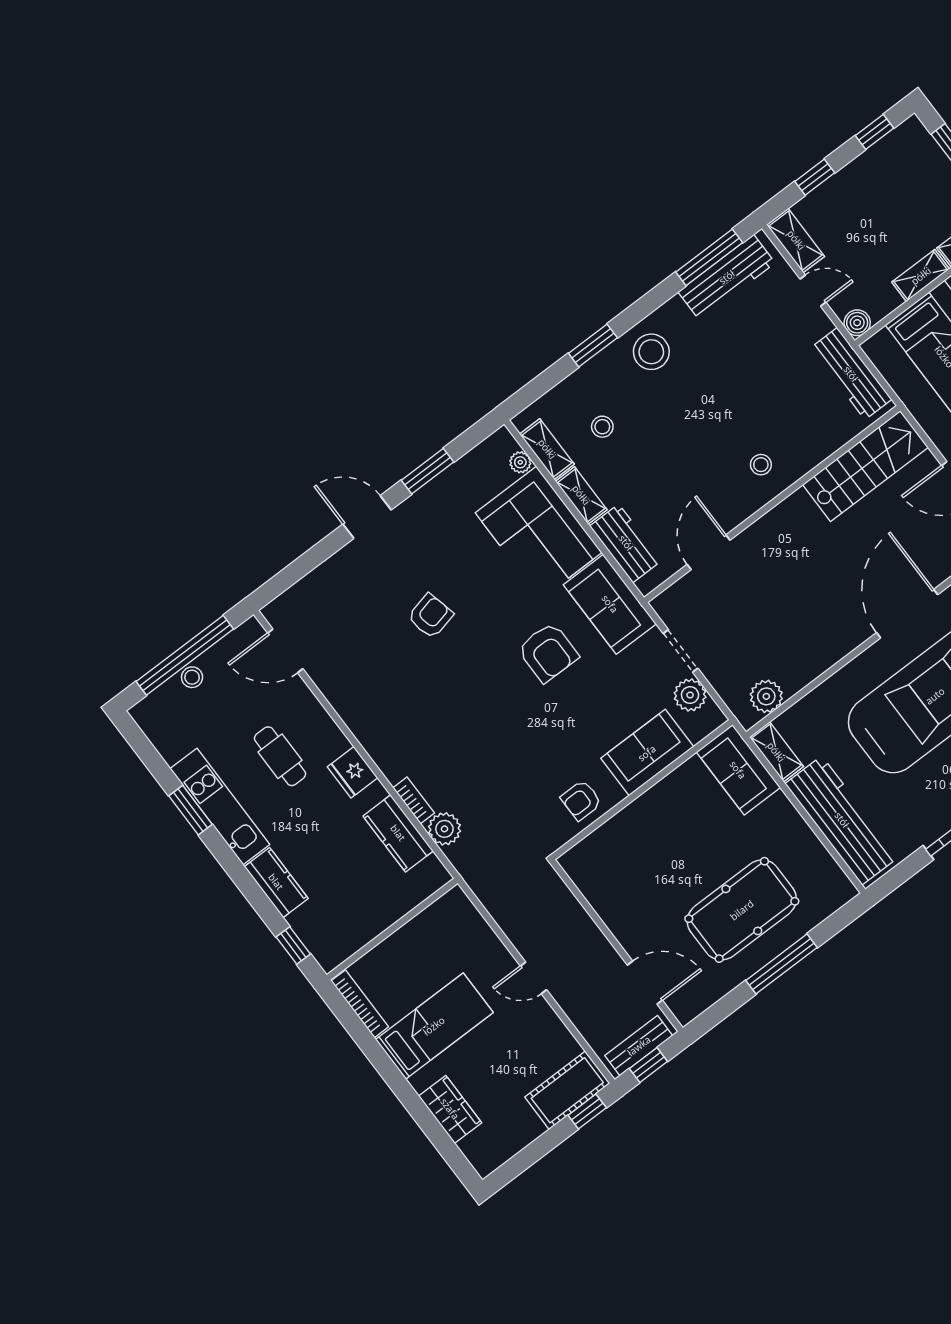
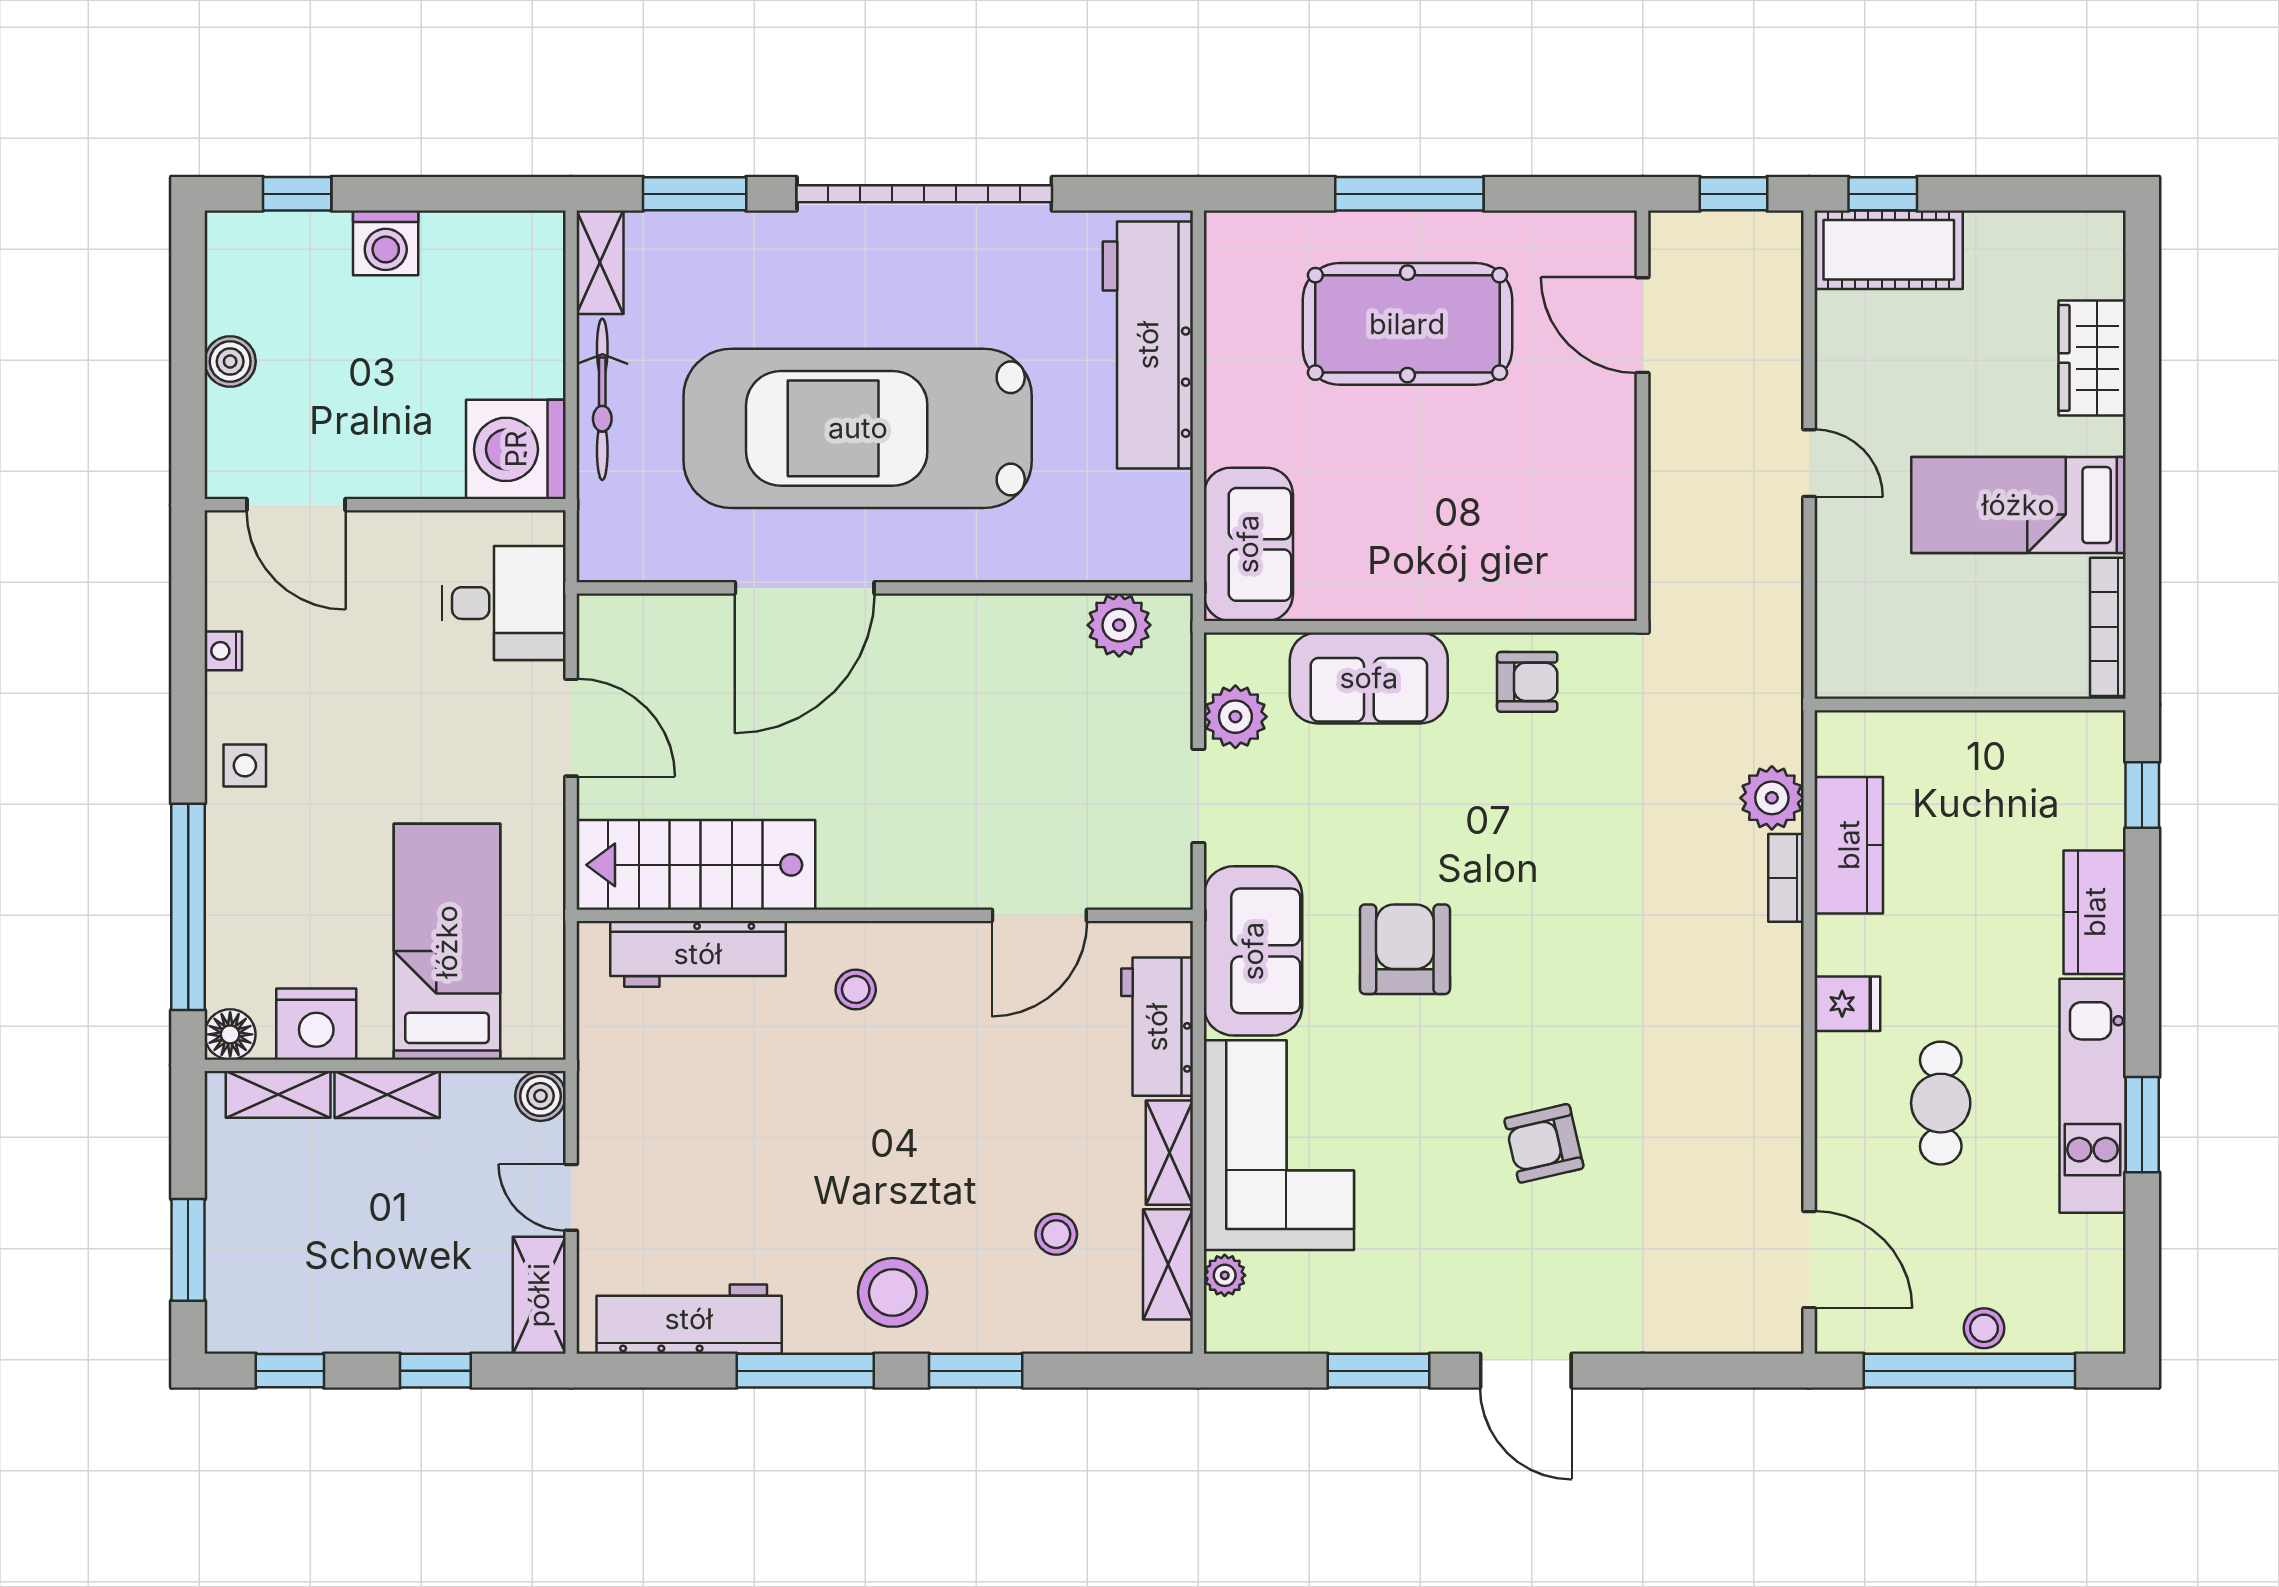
window: (709, 257) -> (805, 1371), moved
workbench: (851, 374) -> (698, 954), moved, turned 90
shelving: (776, 752) -> (1168, 528), removed
fridge: (353, 772) -> (1847, 1004), width x0.72
bench: (639, 1046) -> (1726, 235), removed

